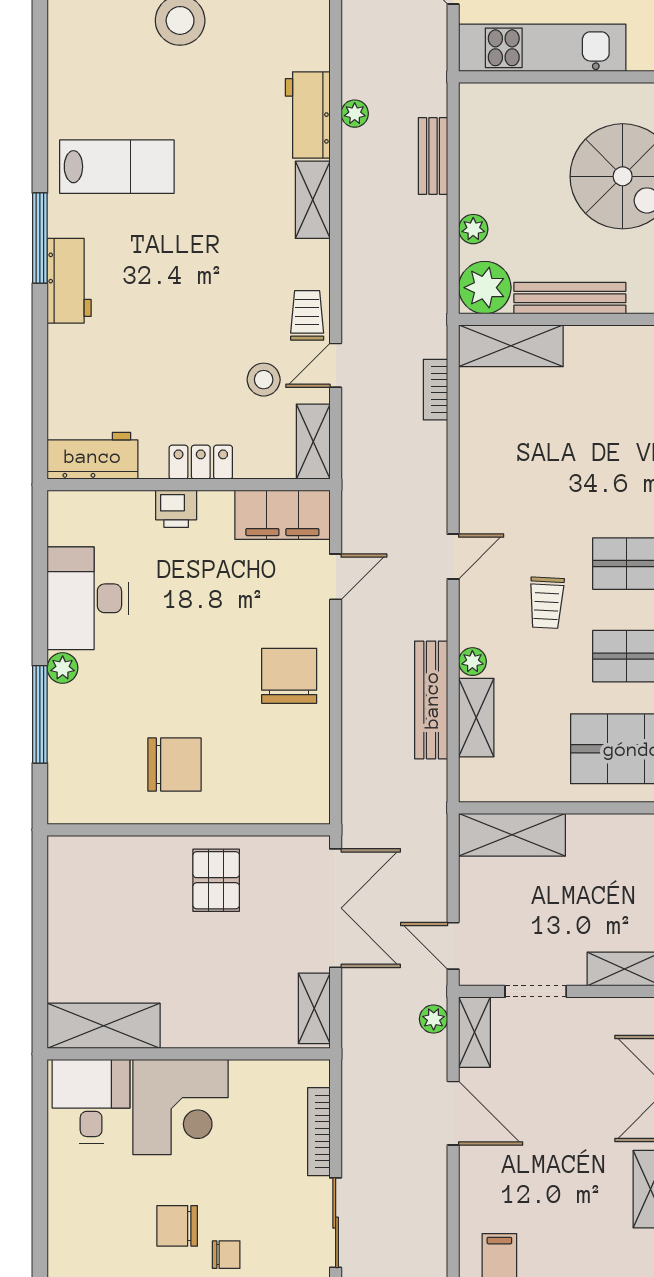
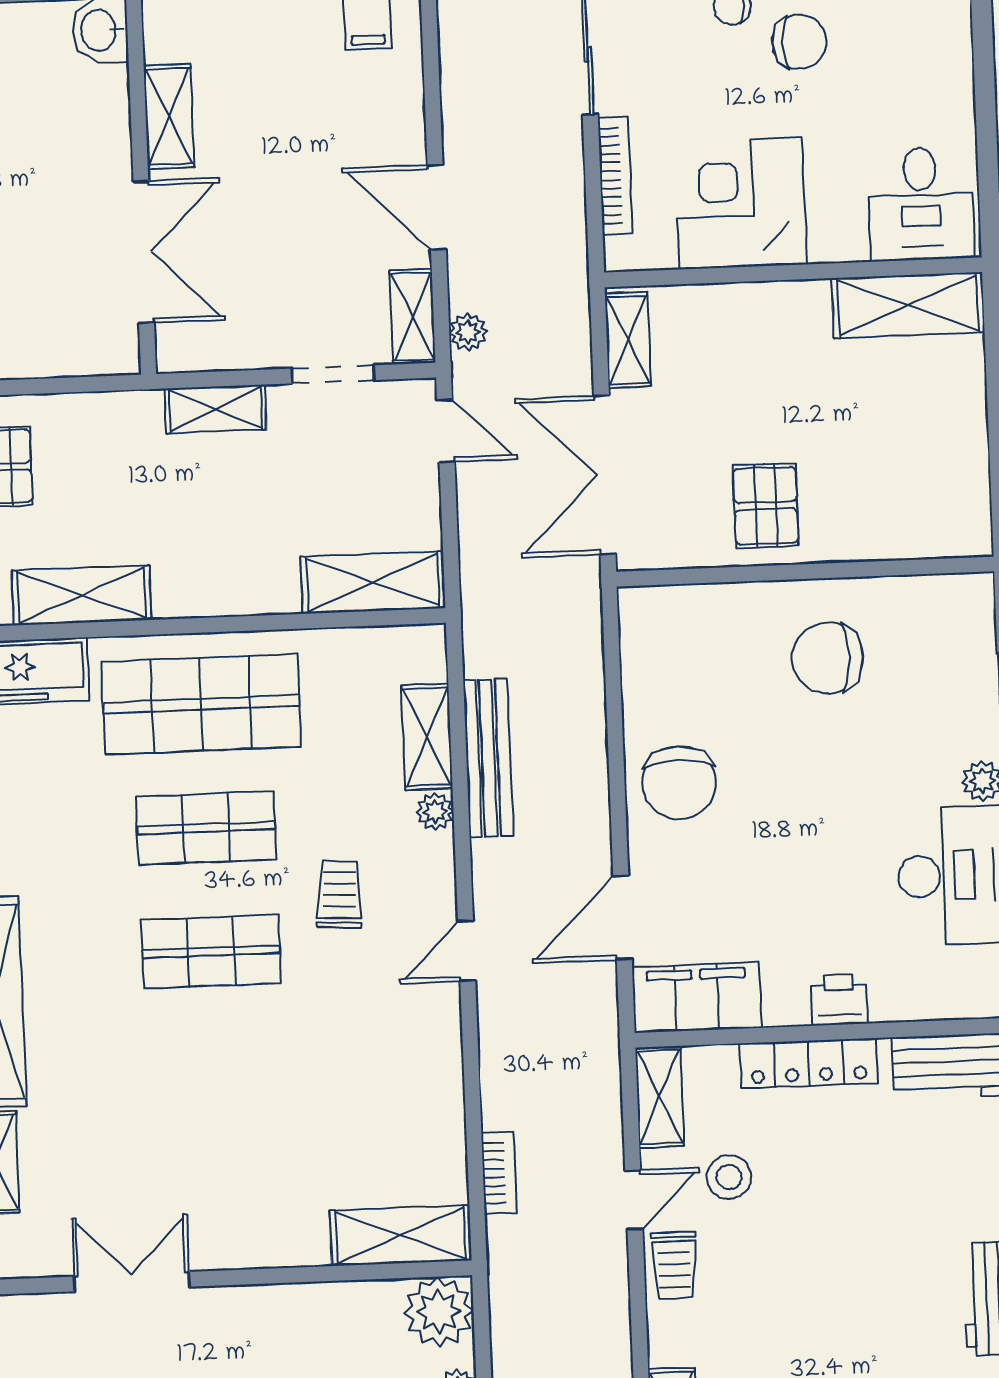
bench: (570, 298) -> (324, 1302), removed
locker: (201, 462) -> (809, 1063), width x1.53
door: (336, 577) -> (623, 917), width x1.37
corner desk: (181, 1107) -> (741, 203), moved

